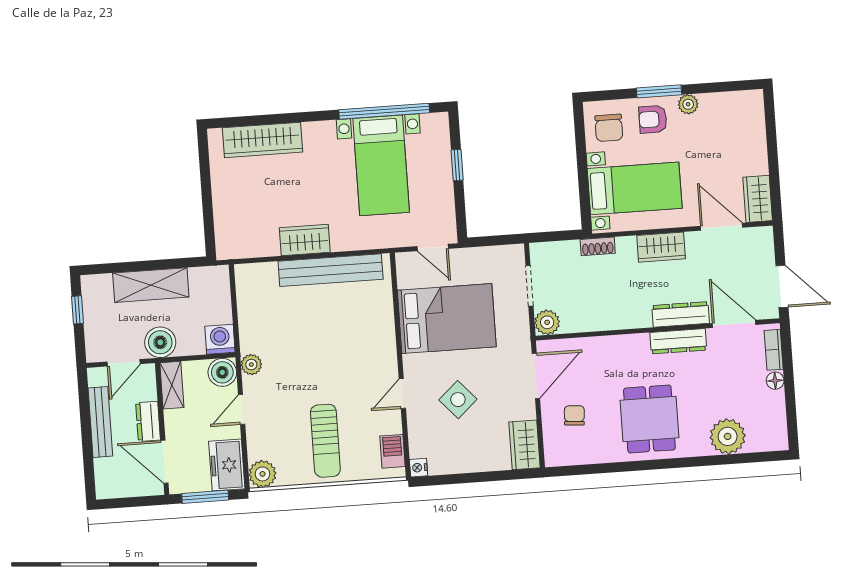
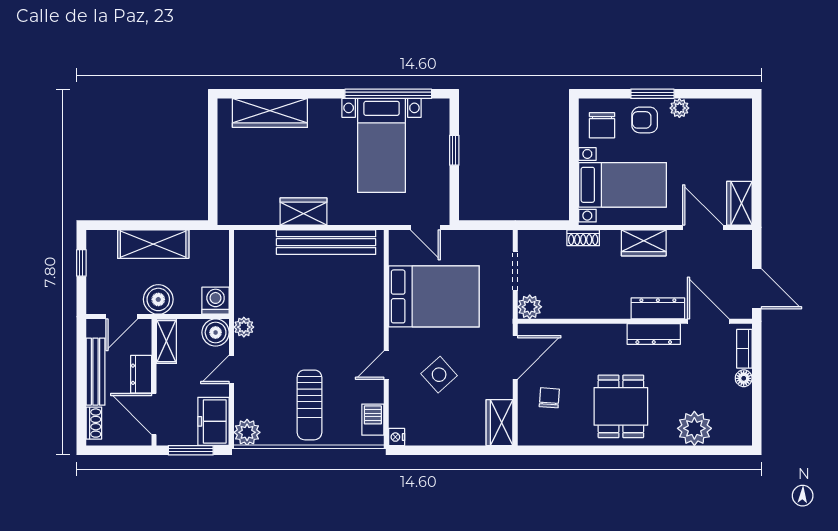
shoe rack: (102, 476) -> (94, 423), added

